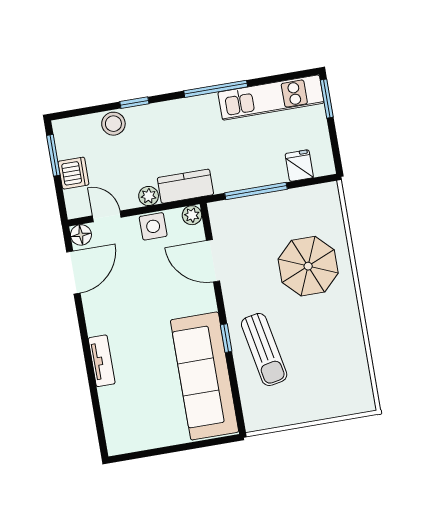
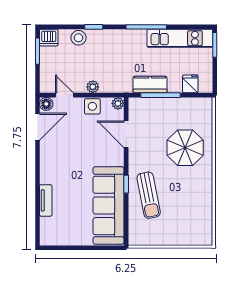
dishwasher: (73, 173) -> (49, 38), moved, turned 90
kitchen counter: (185, 186) -> (150, 85), moved
tv unit: (102, 361) -> (46, 200), moved

